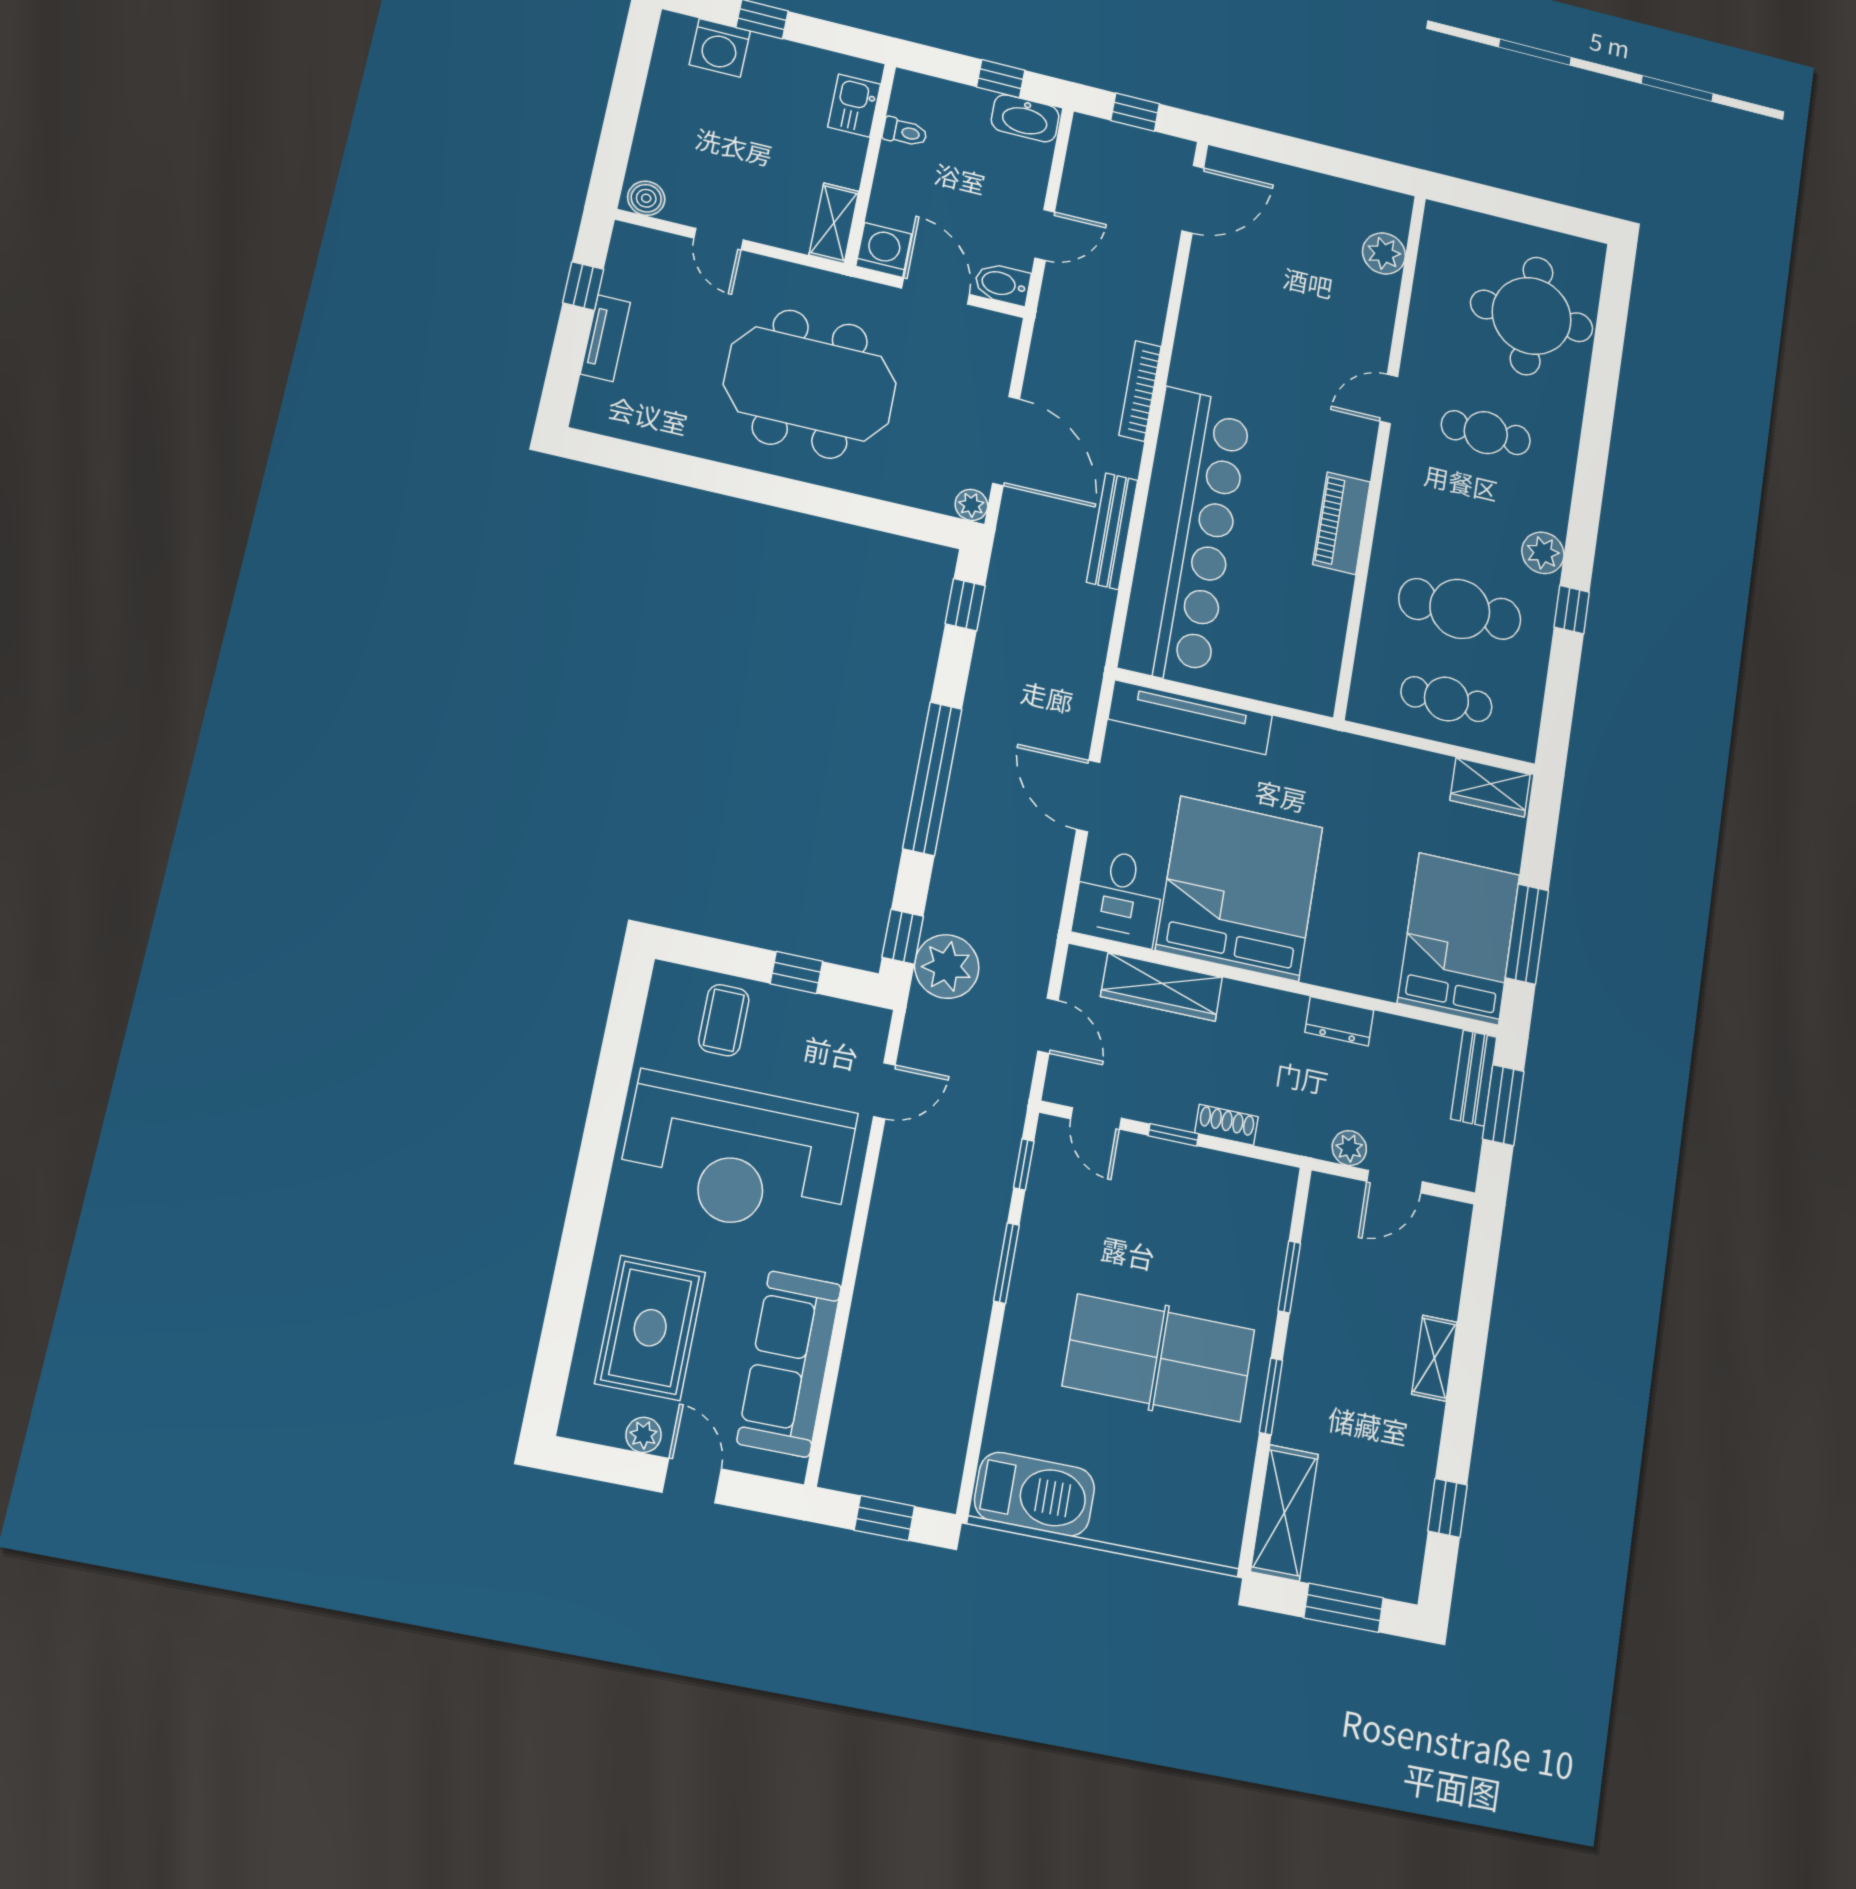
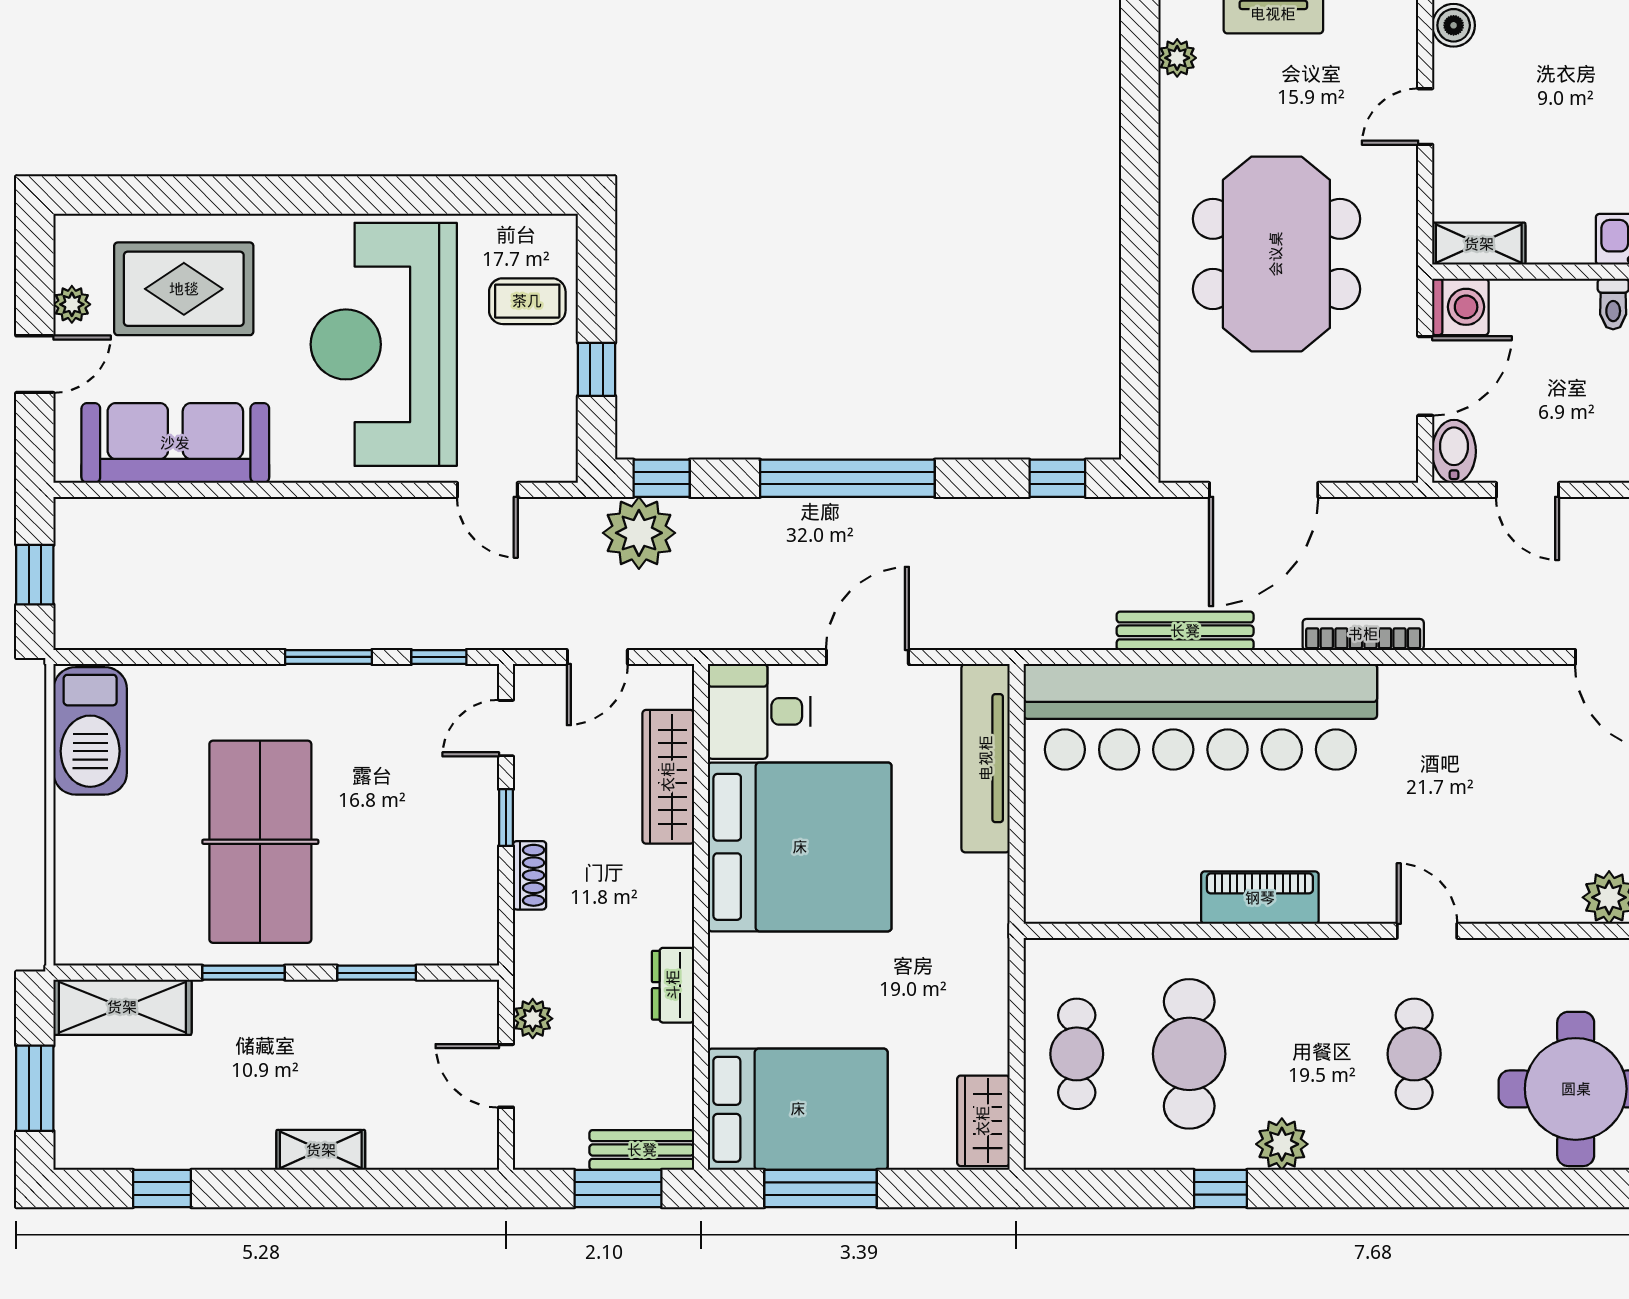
plant: (971, 505) -> (1177, 58), moved

